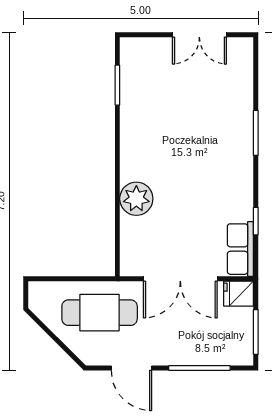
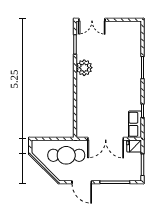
double door: (199, 35) -> (92, 20), moved
plant: (136, 199) -> (84, 68), moved

